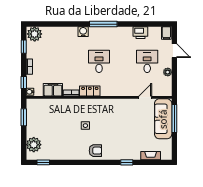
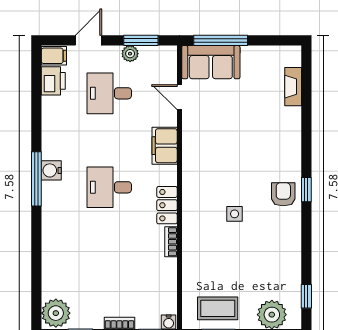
water cooler: (83, 32) -> (51, 170), moved
printer: (140, 33) -> (53, 81), moved
window: (174, 78) -> (141, 40), added
filing cabinet: (53, 90) -> (165, 146), moved
coffee table: (37, 117) -> (218, 308), added
sofa: (163, 119) -> (211, 62), width x0.73
window: (127, 162) -> (306, 190), moved

